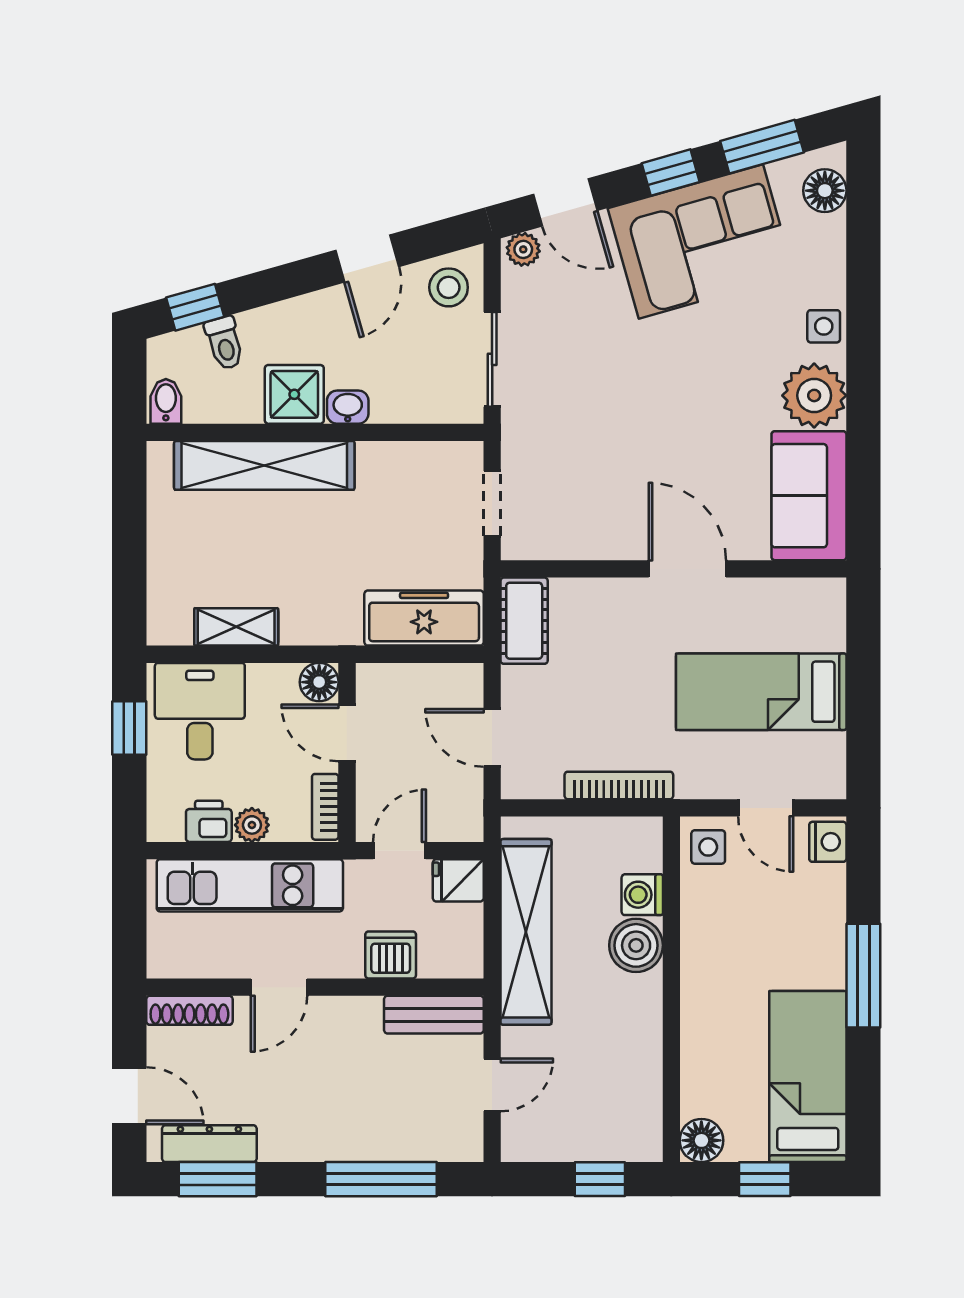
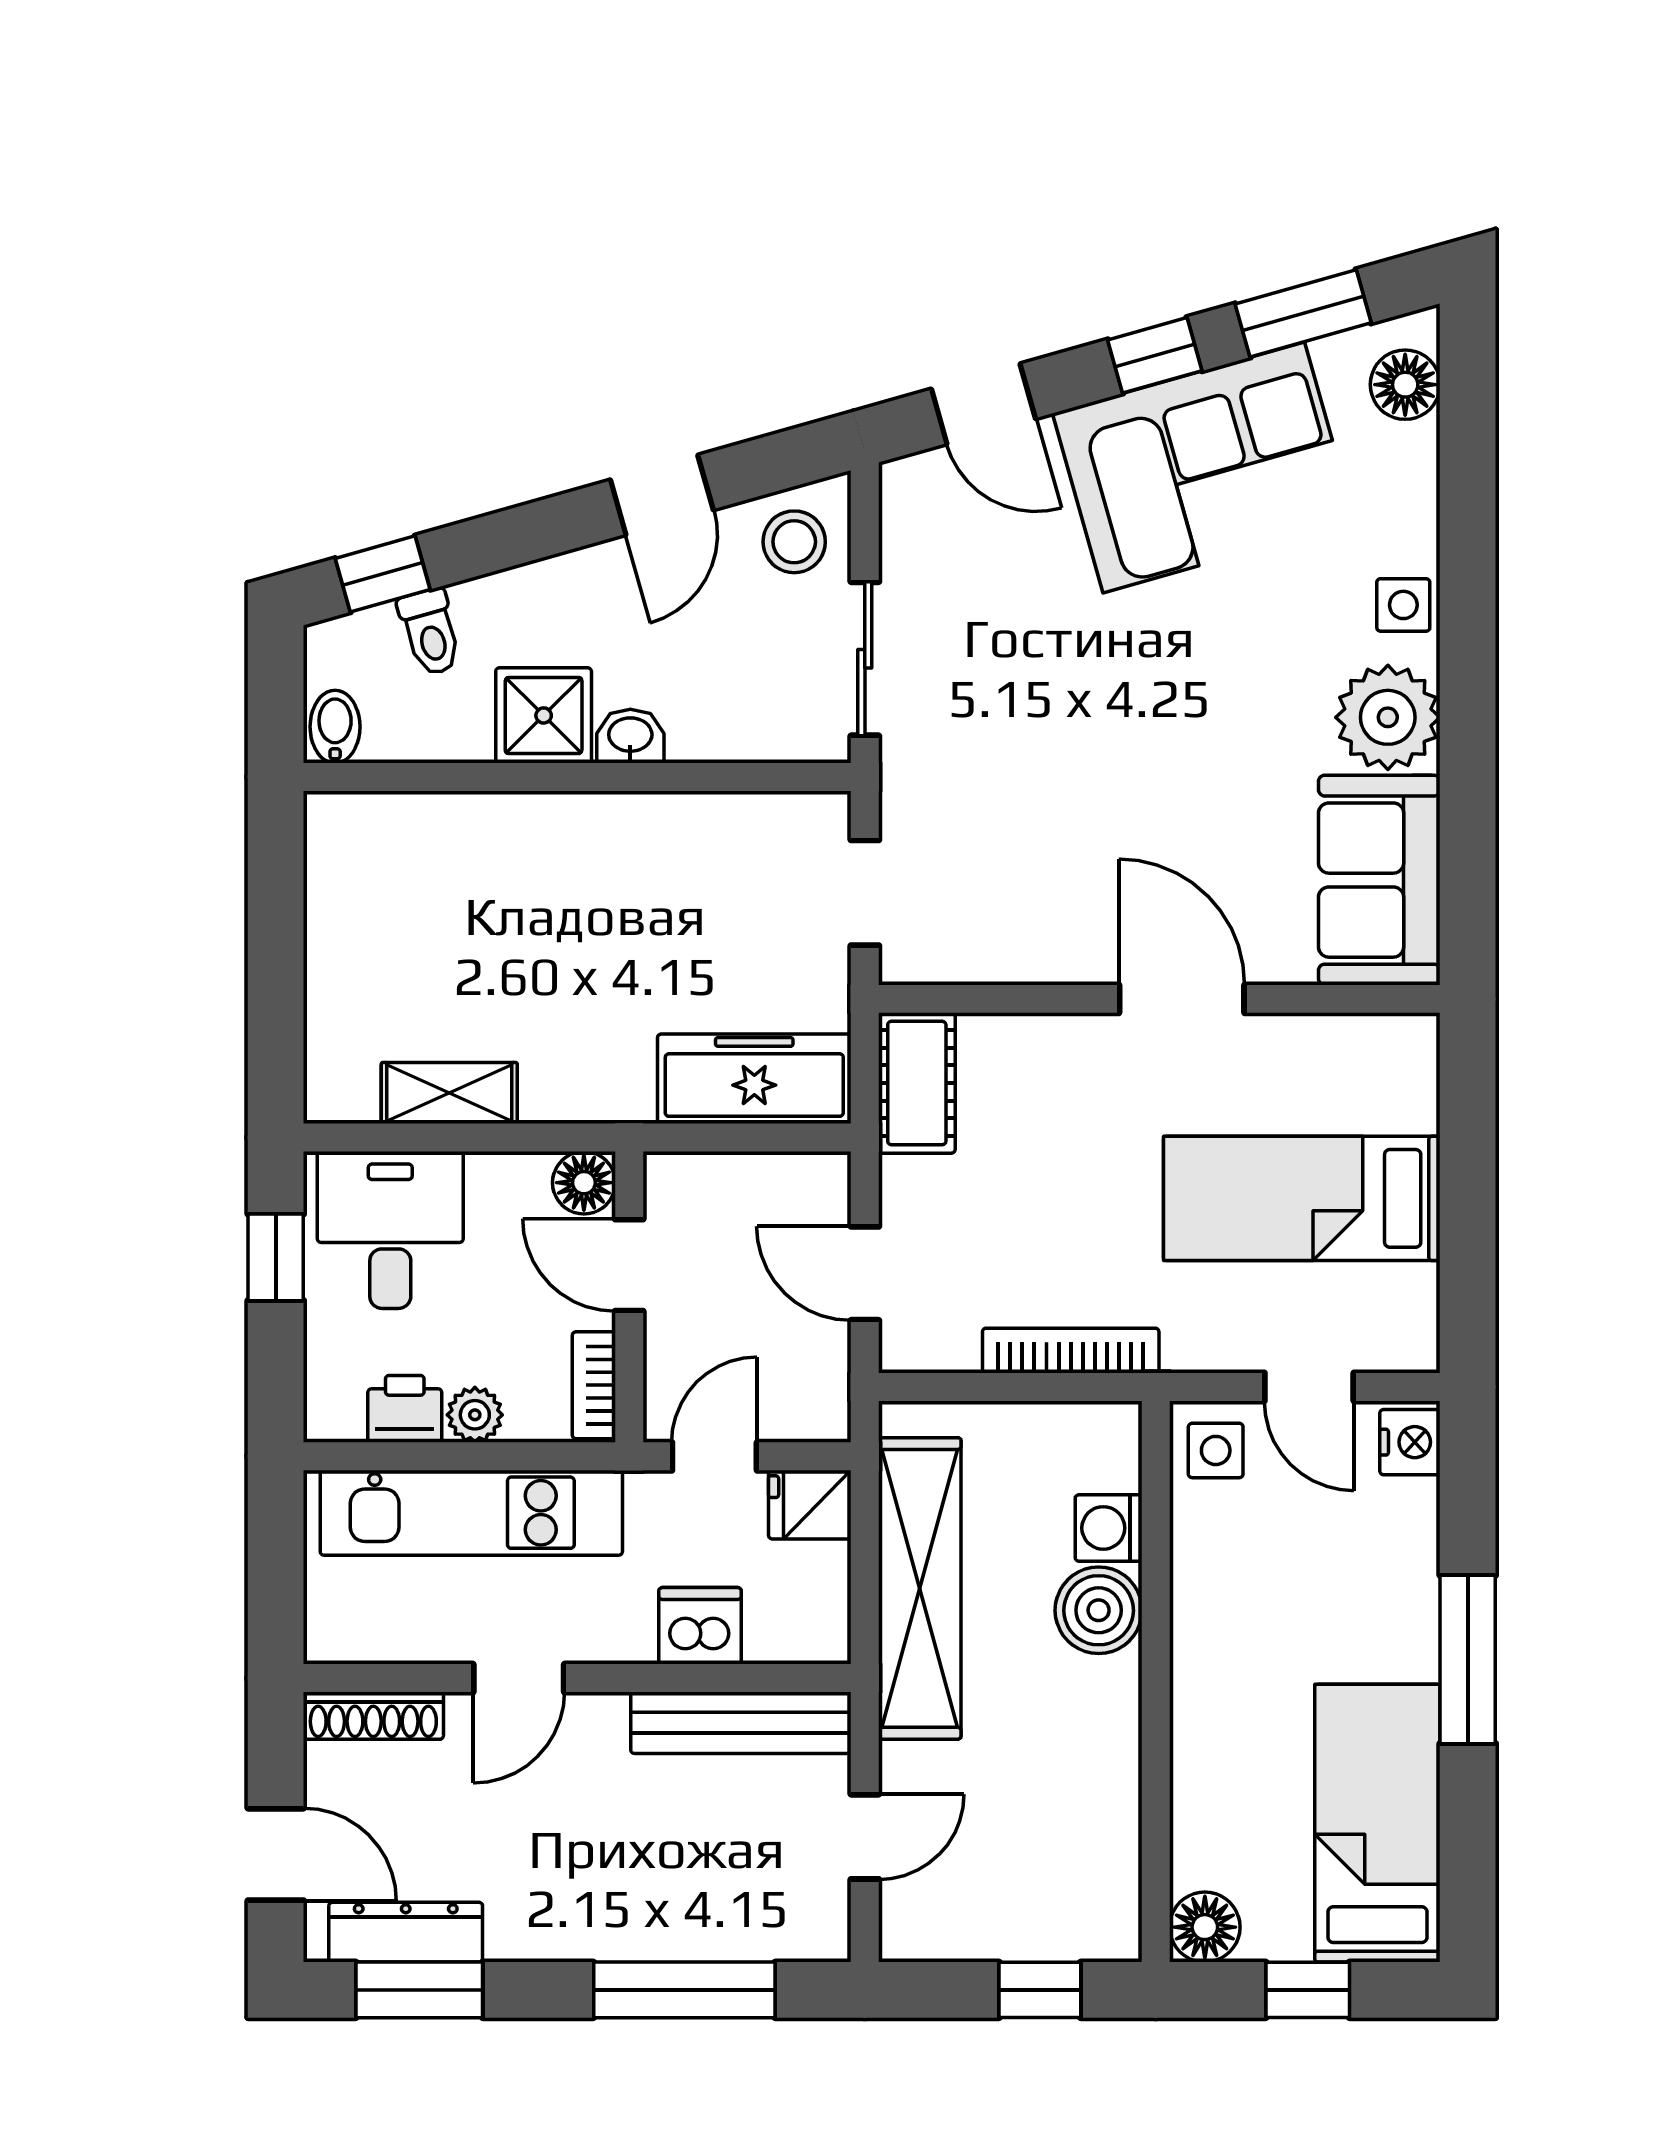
plant: (523, 249) -> (915, 480), removed
shelving: (264, 465) -> (495, 831), removed
bench: (434, 1015) -> (741, 1723), width x1.36

